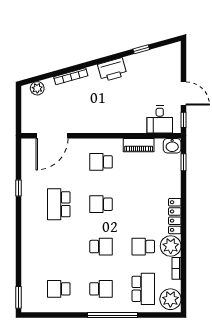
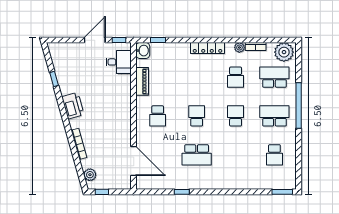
window: (19, 101) -> (102, 192), added
school desk: (101, 204) -> (197, 116), turned 180
plant: (171, 246) -> (239, 47), width x0.53, depth x0.53
school desk: (101, 289) -> (274, 116), width x1.85

